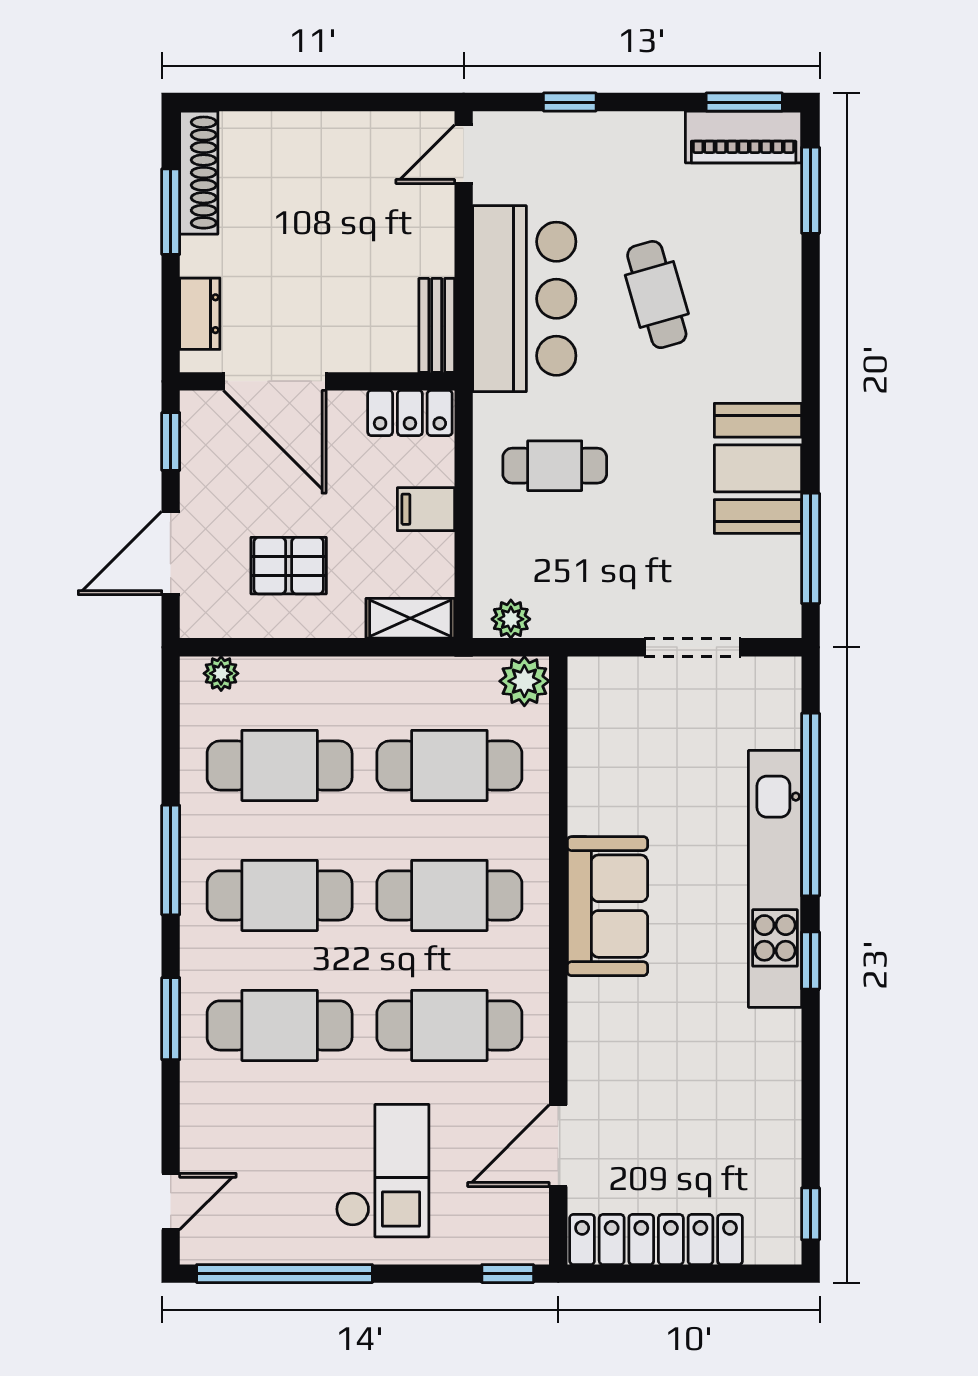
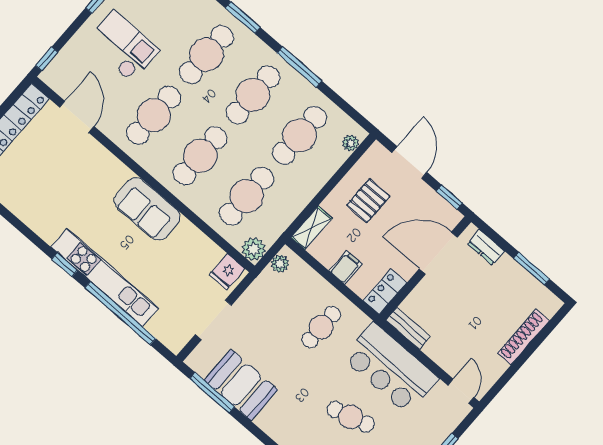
shoe rack: (199, 173) -> (523, 337), moved, turned 90
booth: (758, 468) -> (241, 385), moved
fridge: (597, 692) -> (227, 272), added
checkout: (382, 1171) -> (123, 46), turned 180

